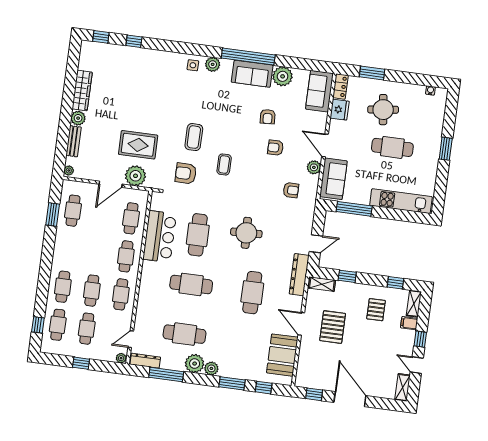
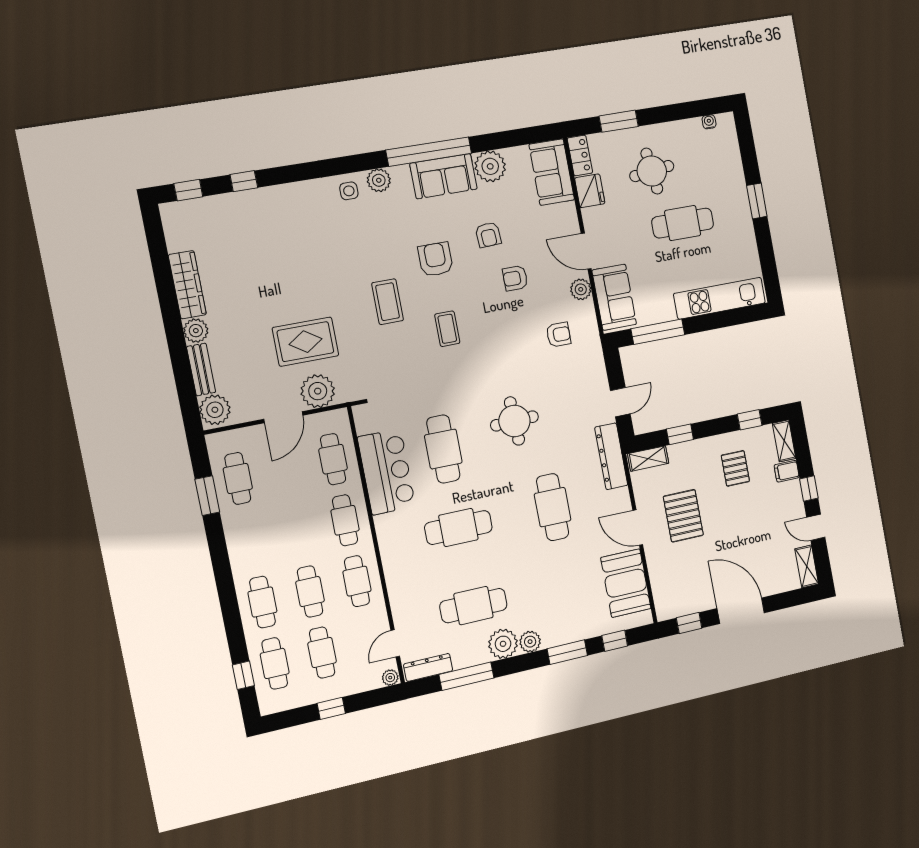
plant: (69, 171) -> (215, 410), width x1.87, depth x1.87
armchair: (186, 173) -> (435, 259), moved, turned 90

